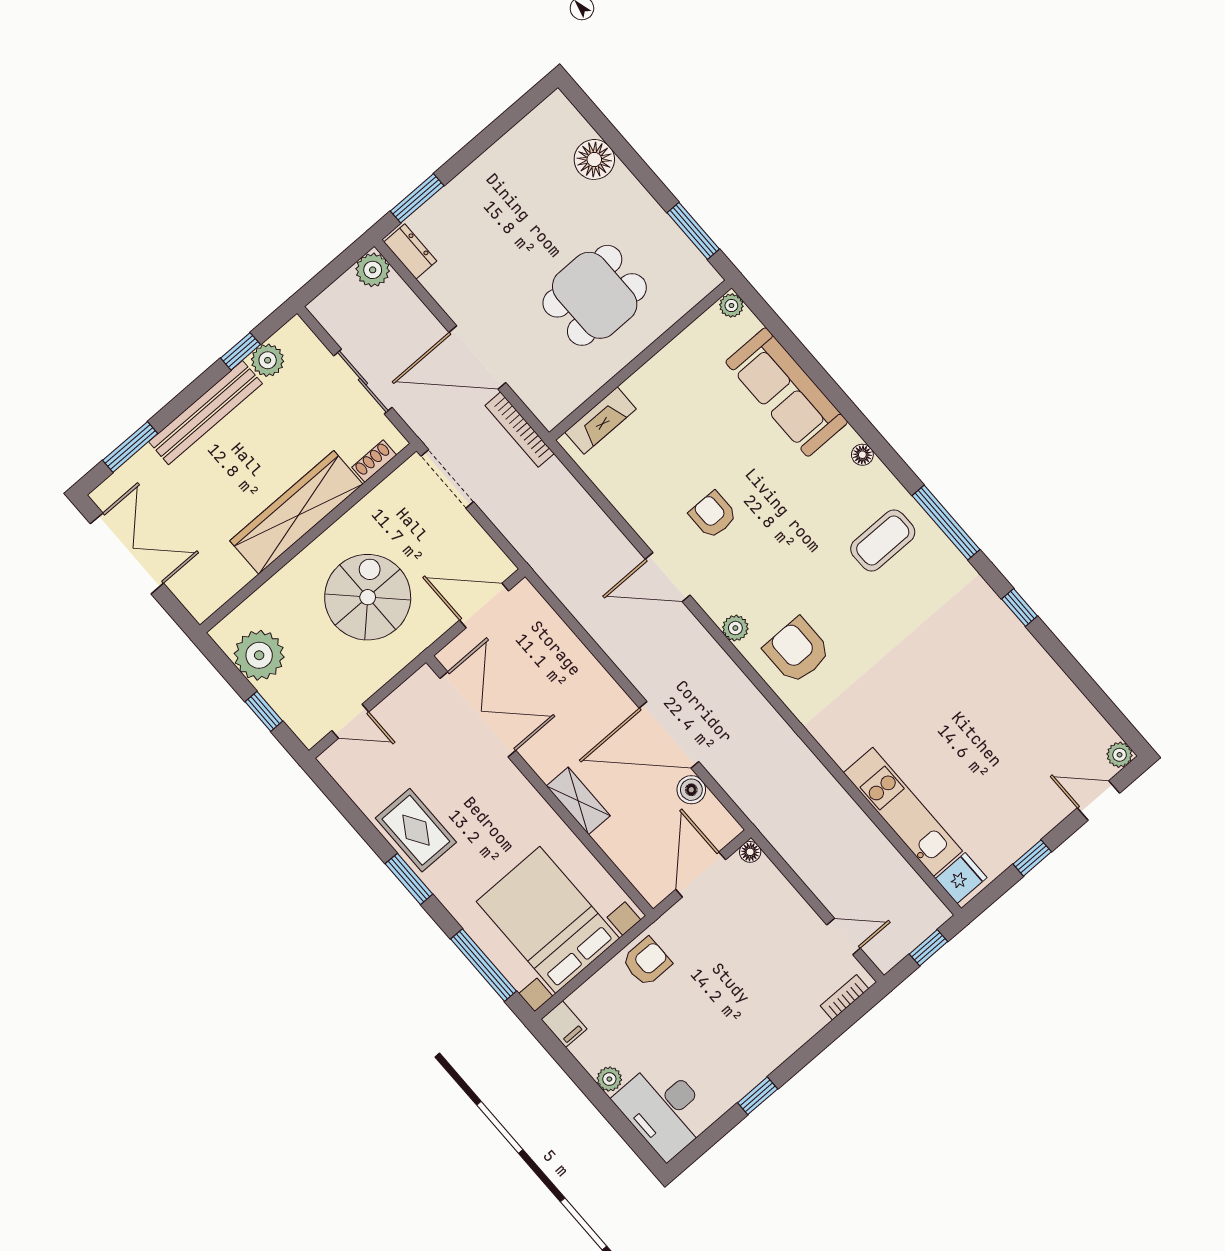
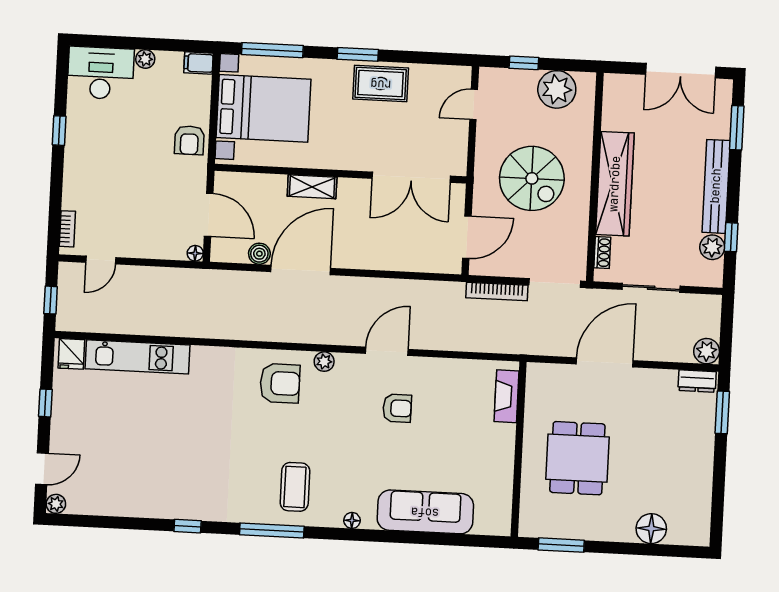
plant: (731, 306) -> (501, 527), removed
bookcase: (520, 430) -> (497, 291), moved, turned 180

